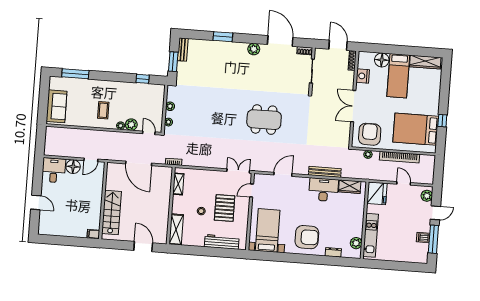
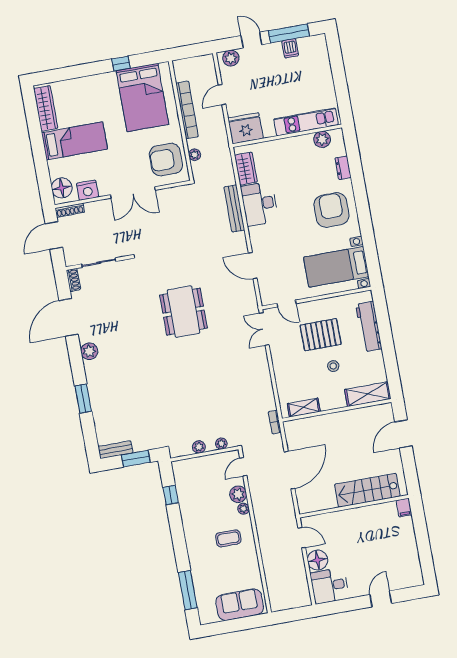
floor lamp: (382, 60) -> (62, 188), moved

